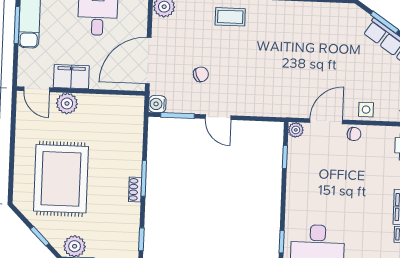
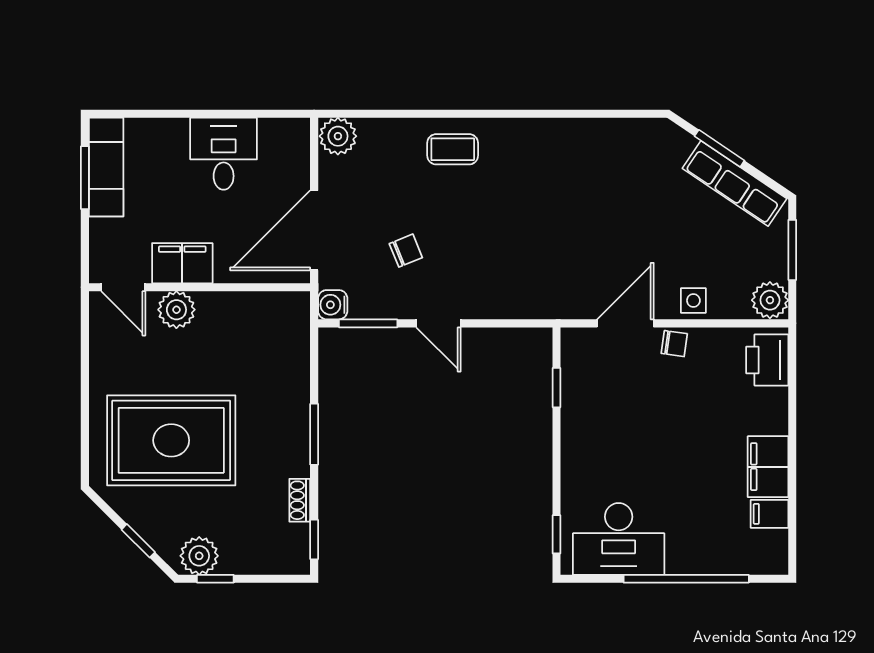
plant: (296, 130) -> (573, 340), removed
rug: (61, 179) -> (171, 440), turned 90
shoe rack: (135, 190) -> (300, 500), moved

